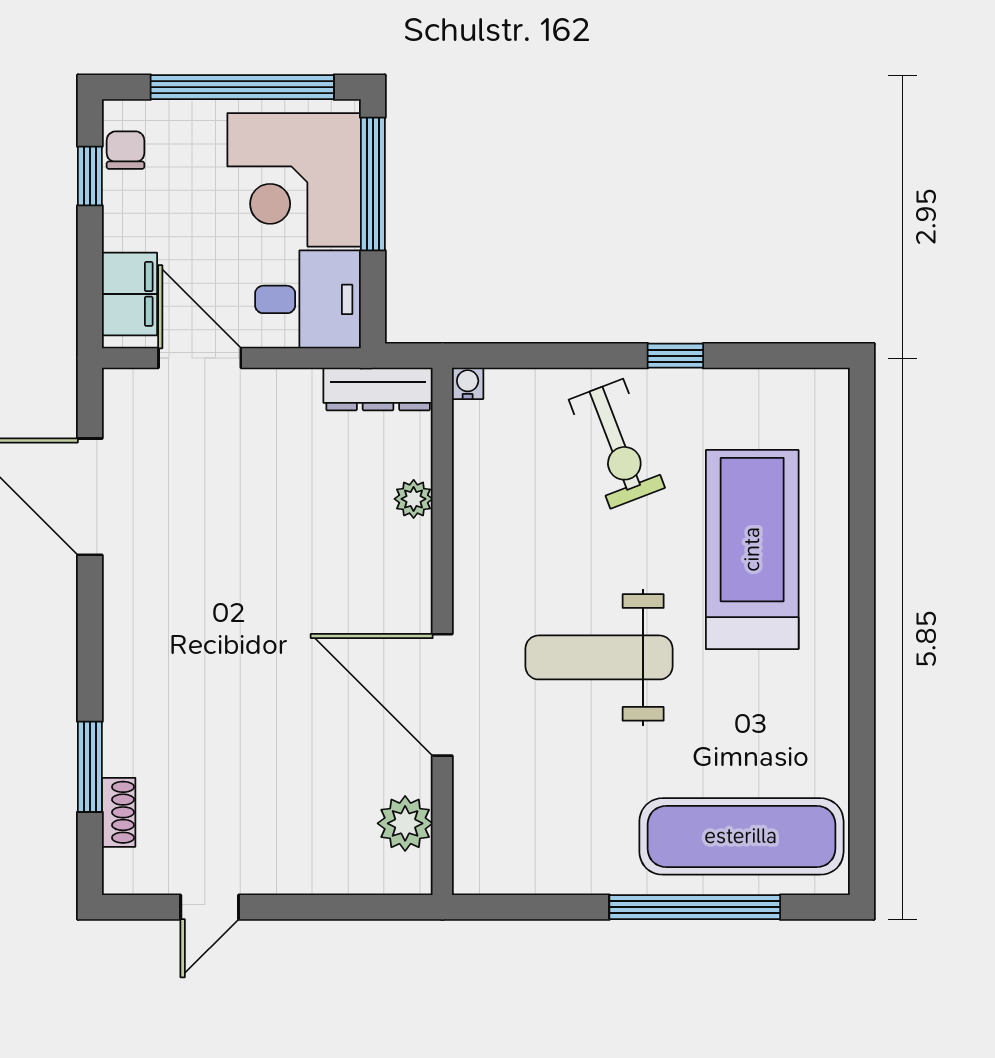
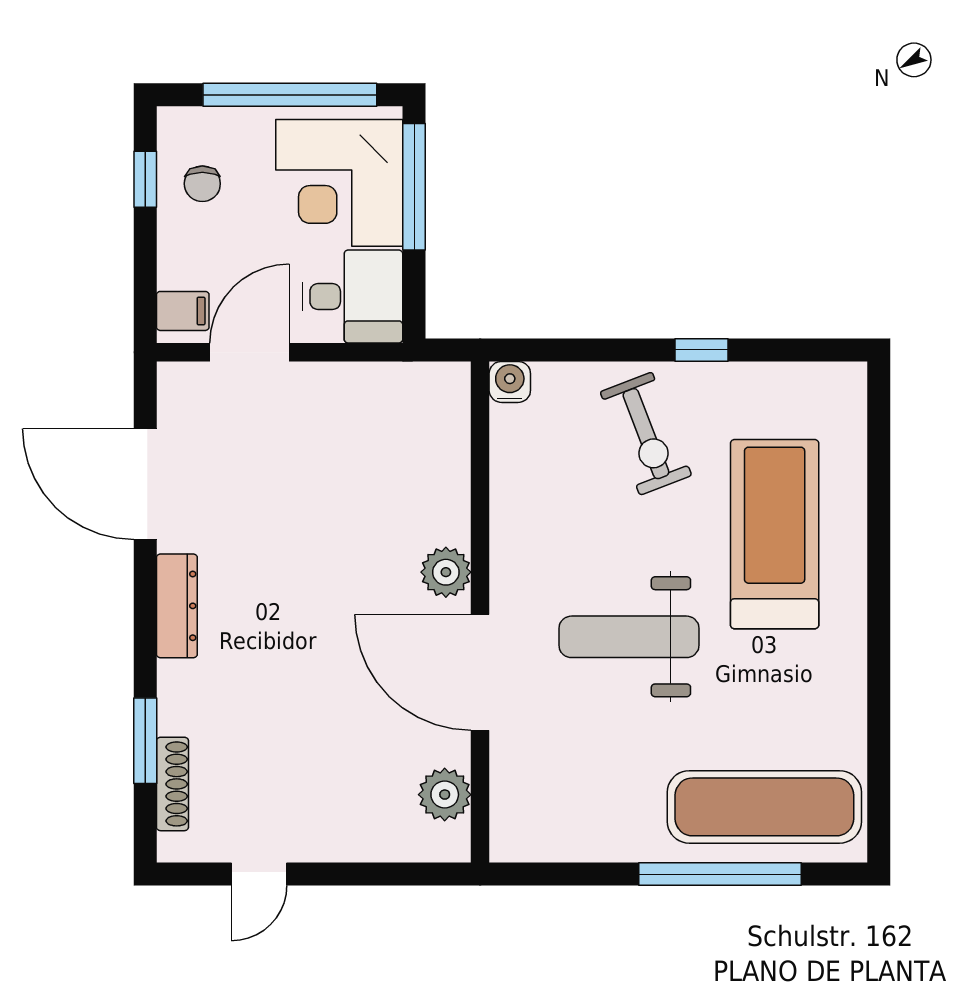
chair: (126, 150) -> (202, 184), moved, turned 180
filing cabinet: (129, 294) -> (183, 311), width x0.50
door: (200, 358) -> (250, 352), hinge flipped
water cooler: (468, 383) -> (510, 382), width x1.38, depth x1.38
dresser: (378, 389) -> (177, 606), moved, turned -90
plant: (414, 499) -> (446, 572), moved, width x1.38, depth x1.38
shoe rack: (119, 812) -> (172, 784), width x1.43

